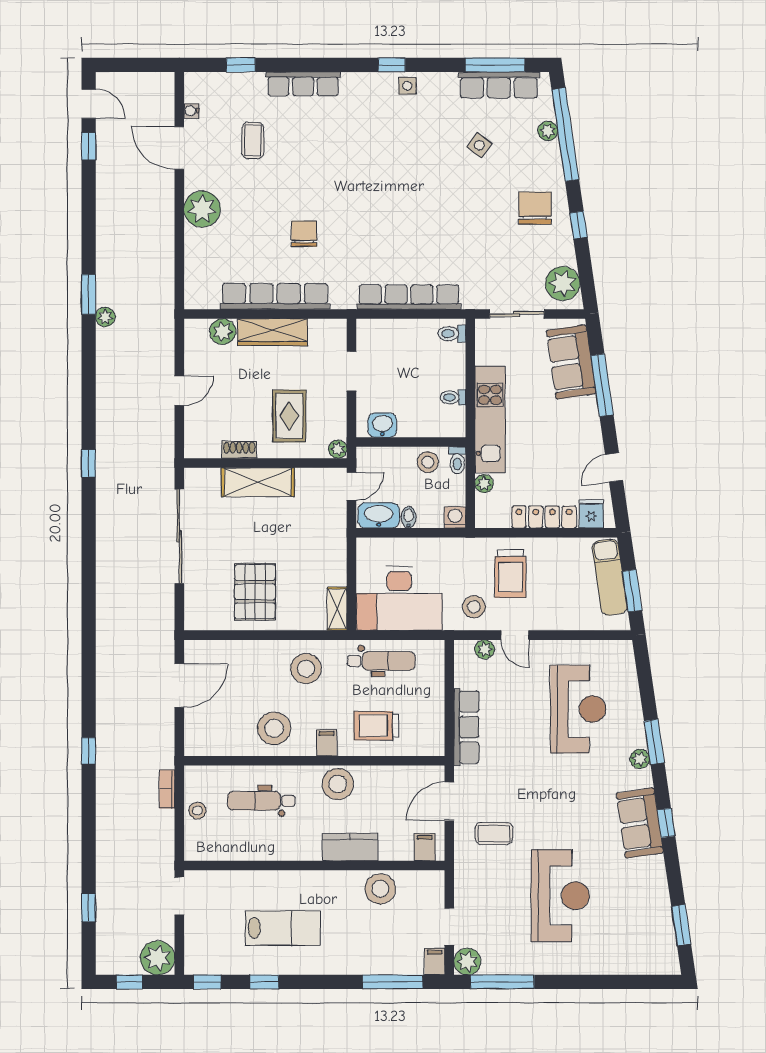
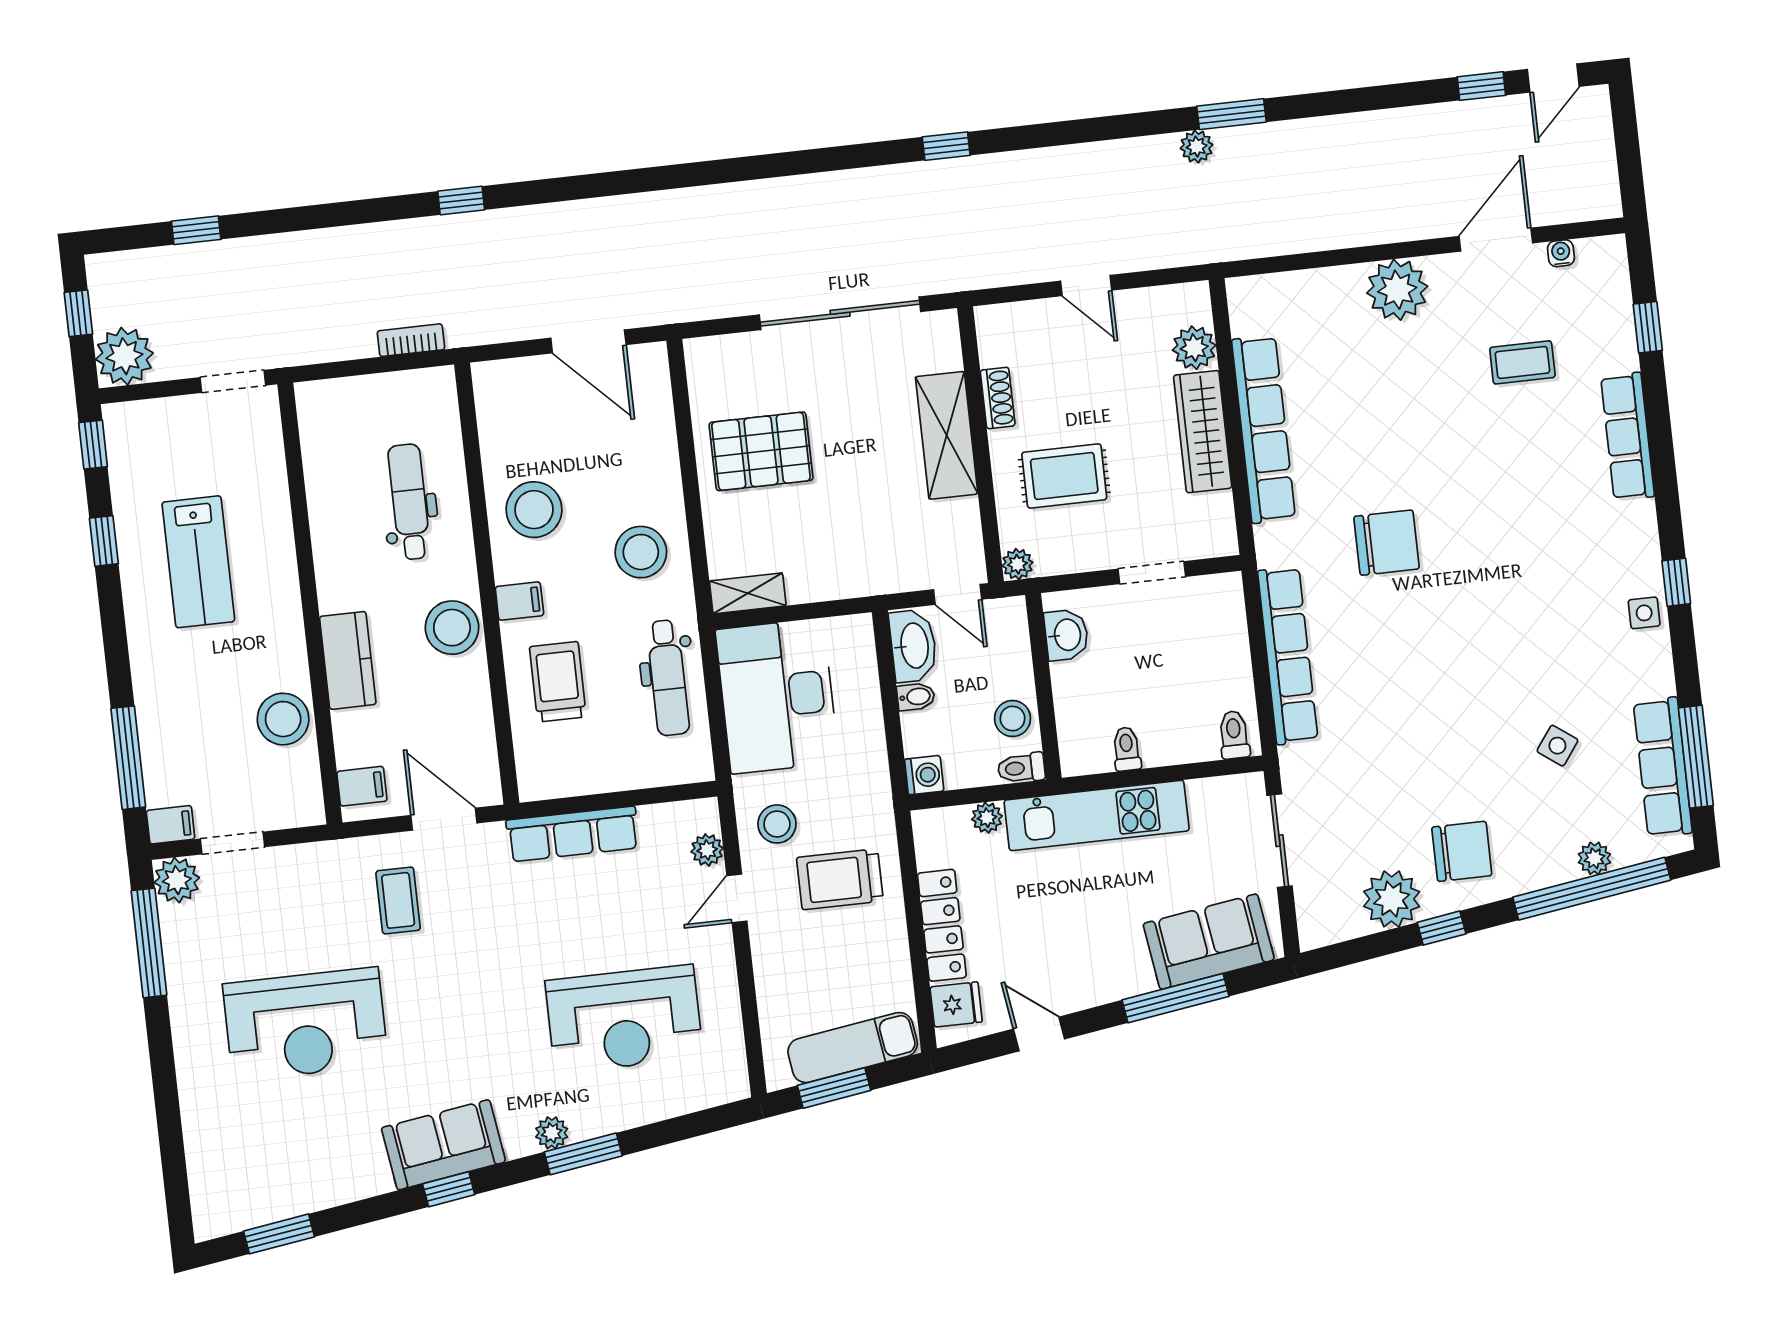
chair: (304, 234) -> (1387, 543), moved, width x1.37, depth x1.37
plant: (563, 284) -> (1392, 899), moved
stool: (197, 811) -> (381, 396), removed

